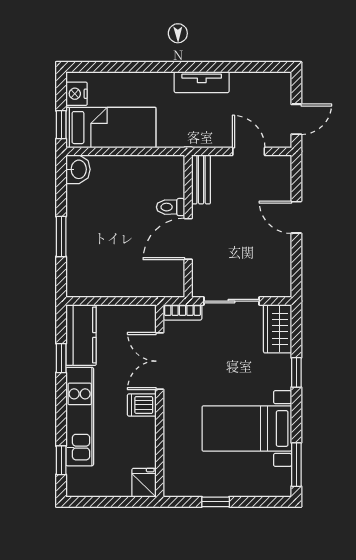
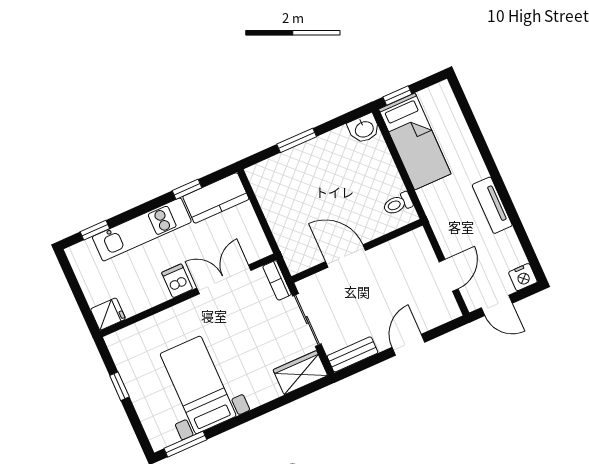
nightstand: (76, 94) -> (523, 277), moved, turned 180
bench: (201, 179) -> (353, 354), moved
toilet: (171, 207) -> (398, 204), moved, turned -90
window: (296, 372) -> (269, 407), removed

